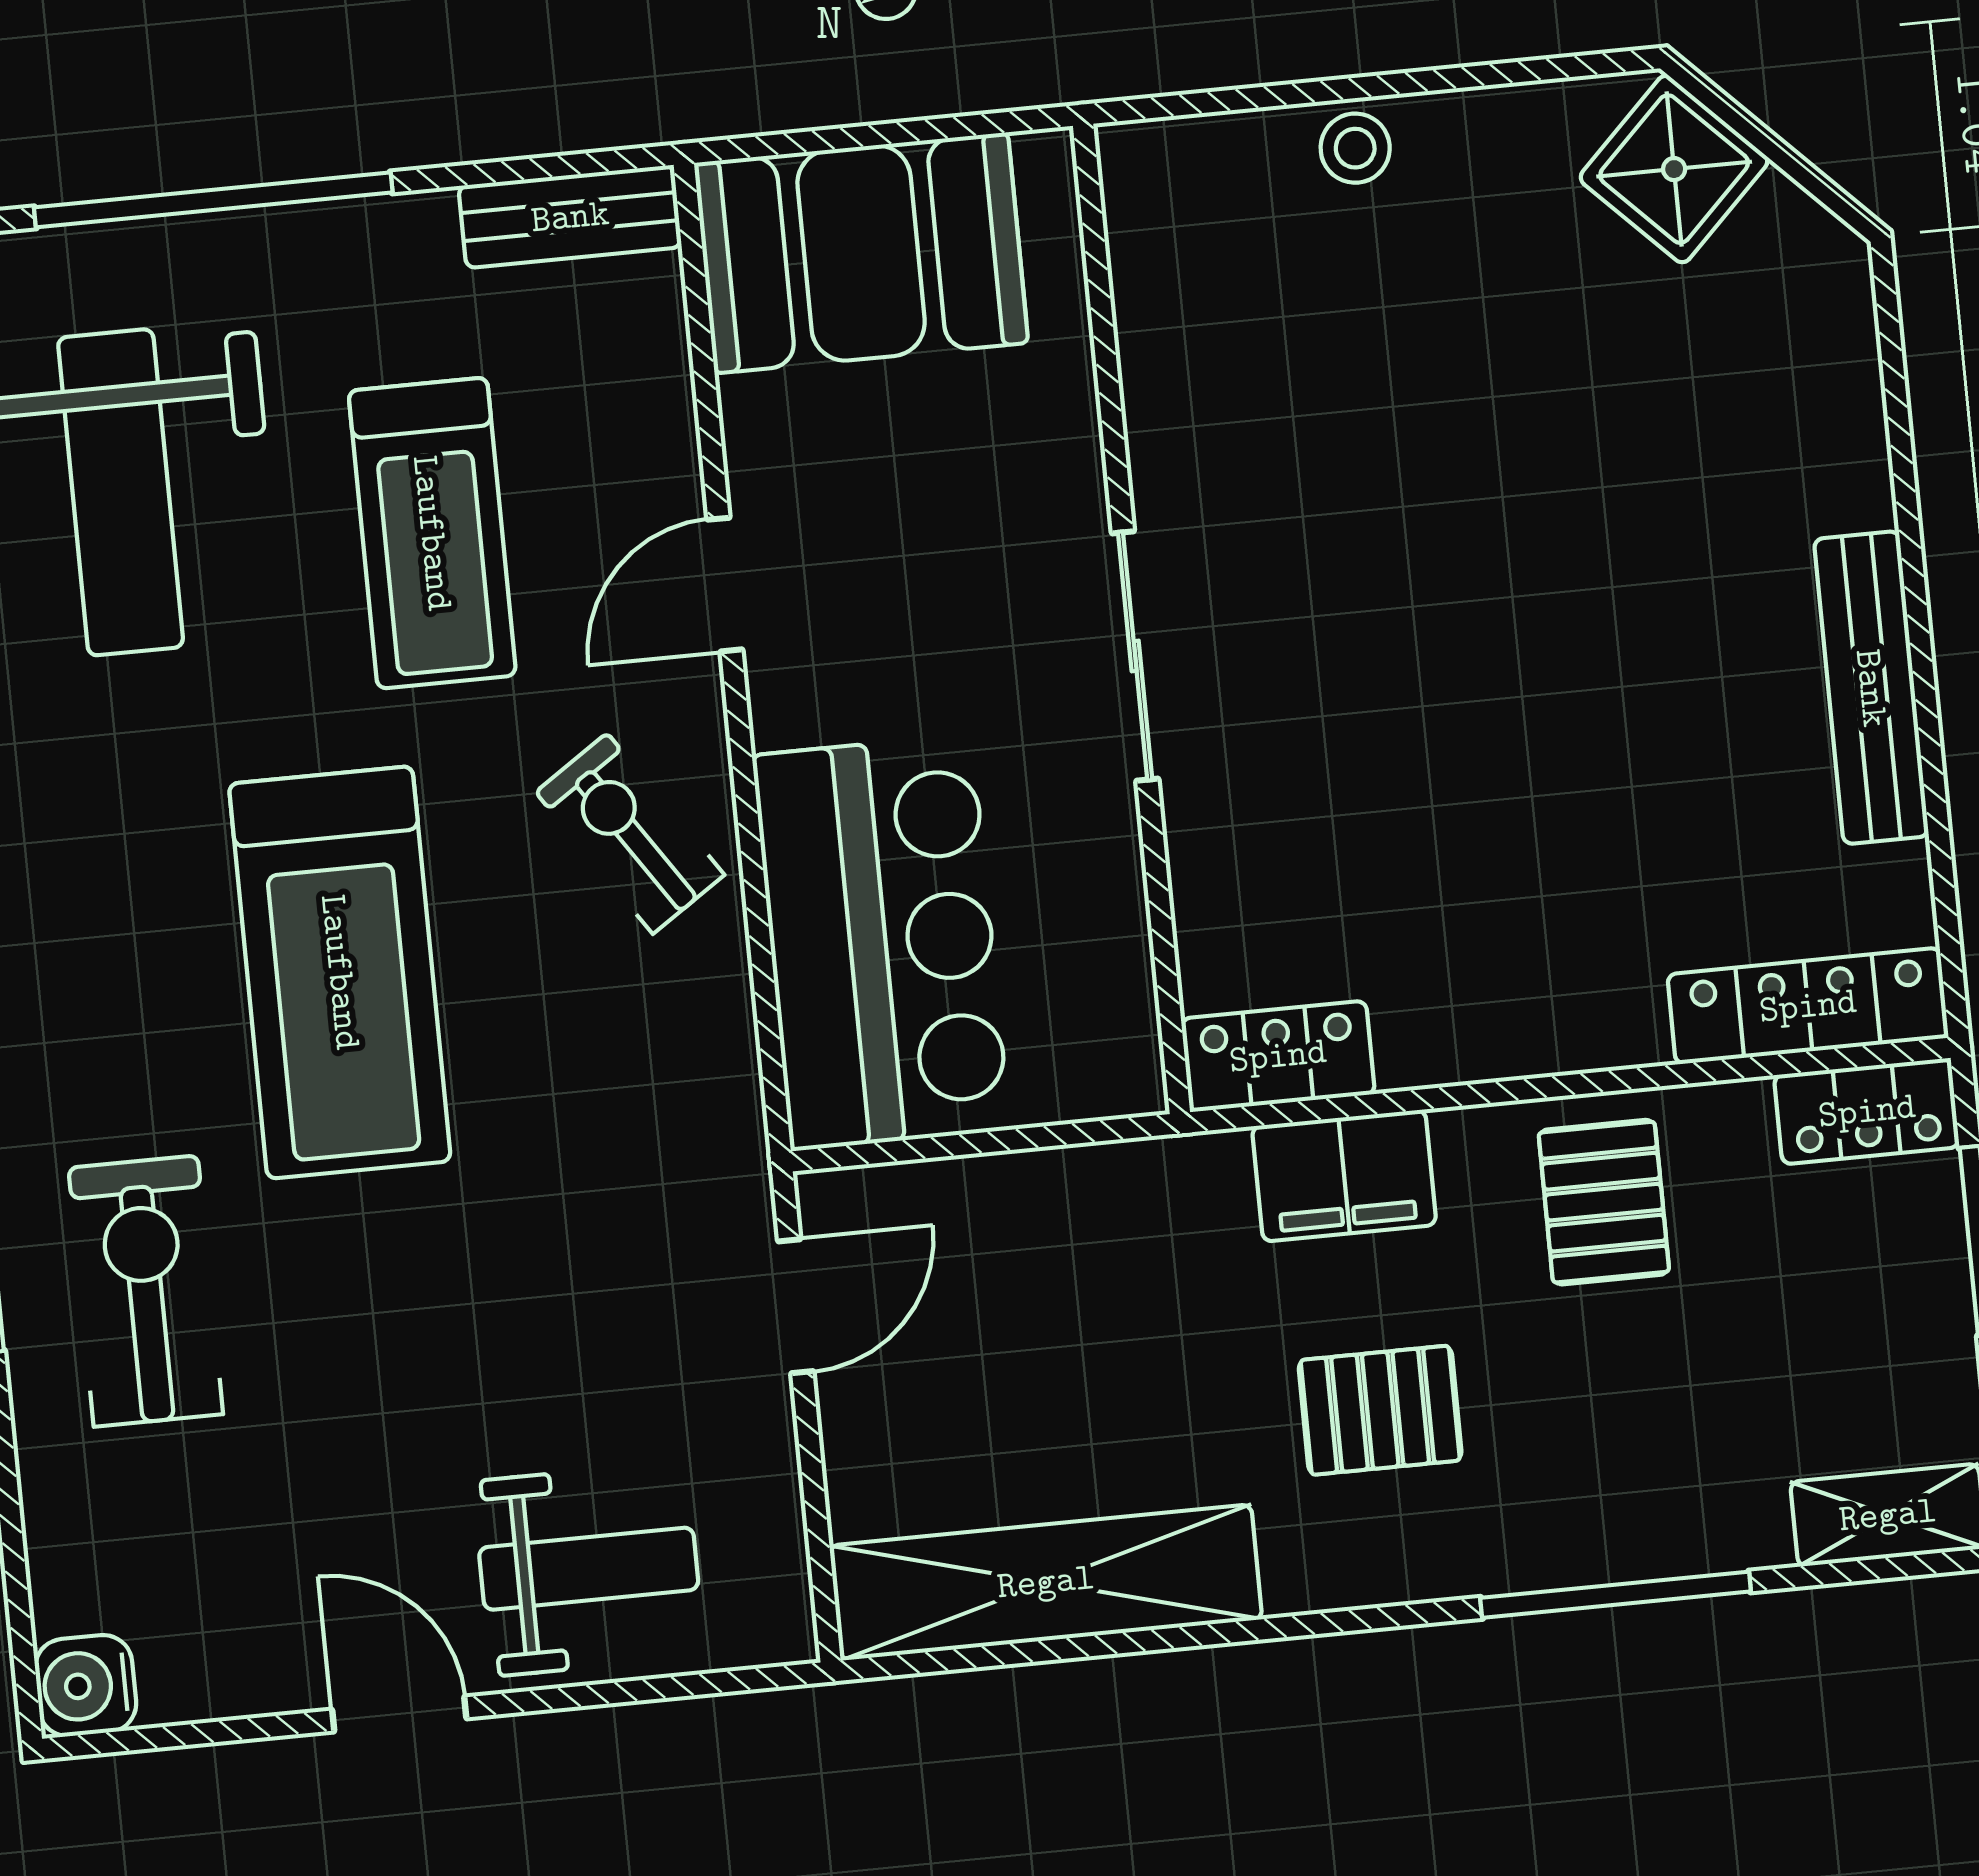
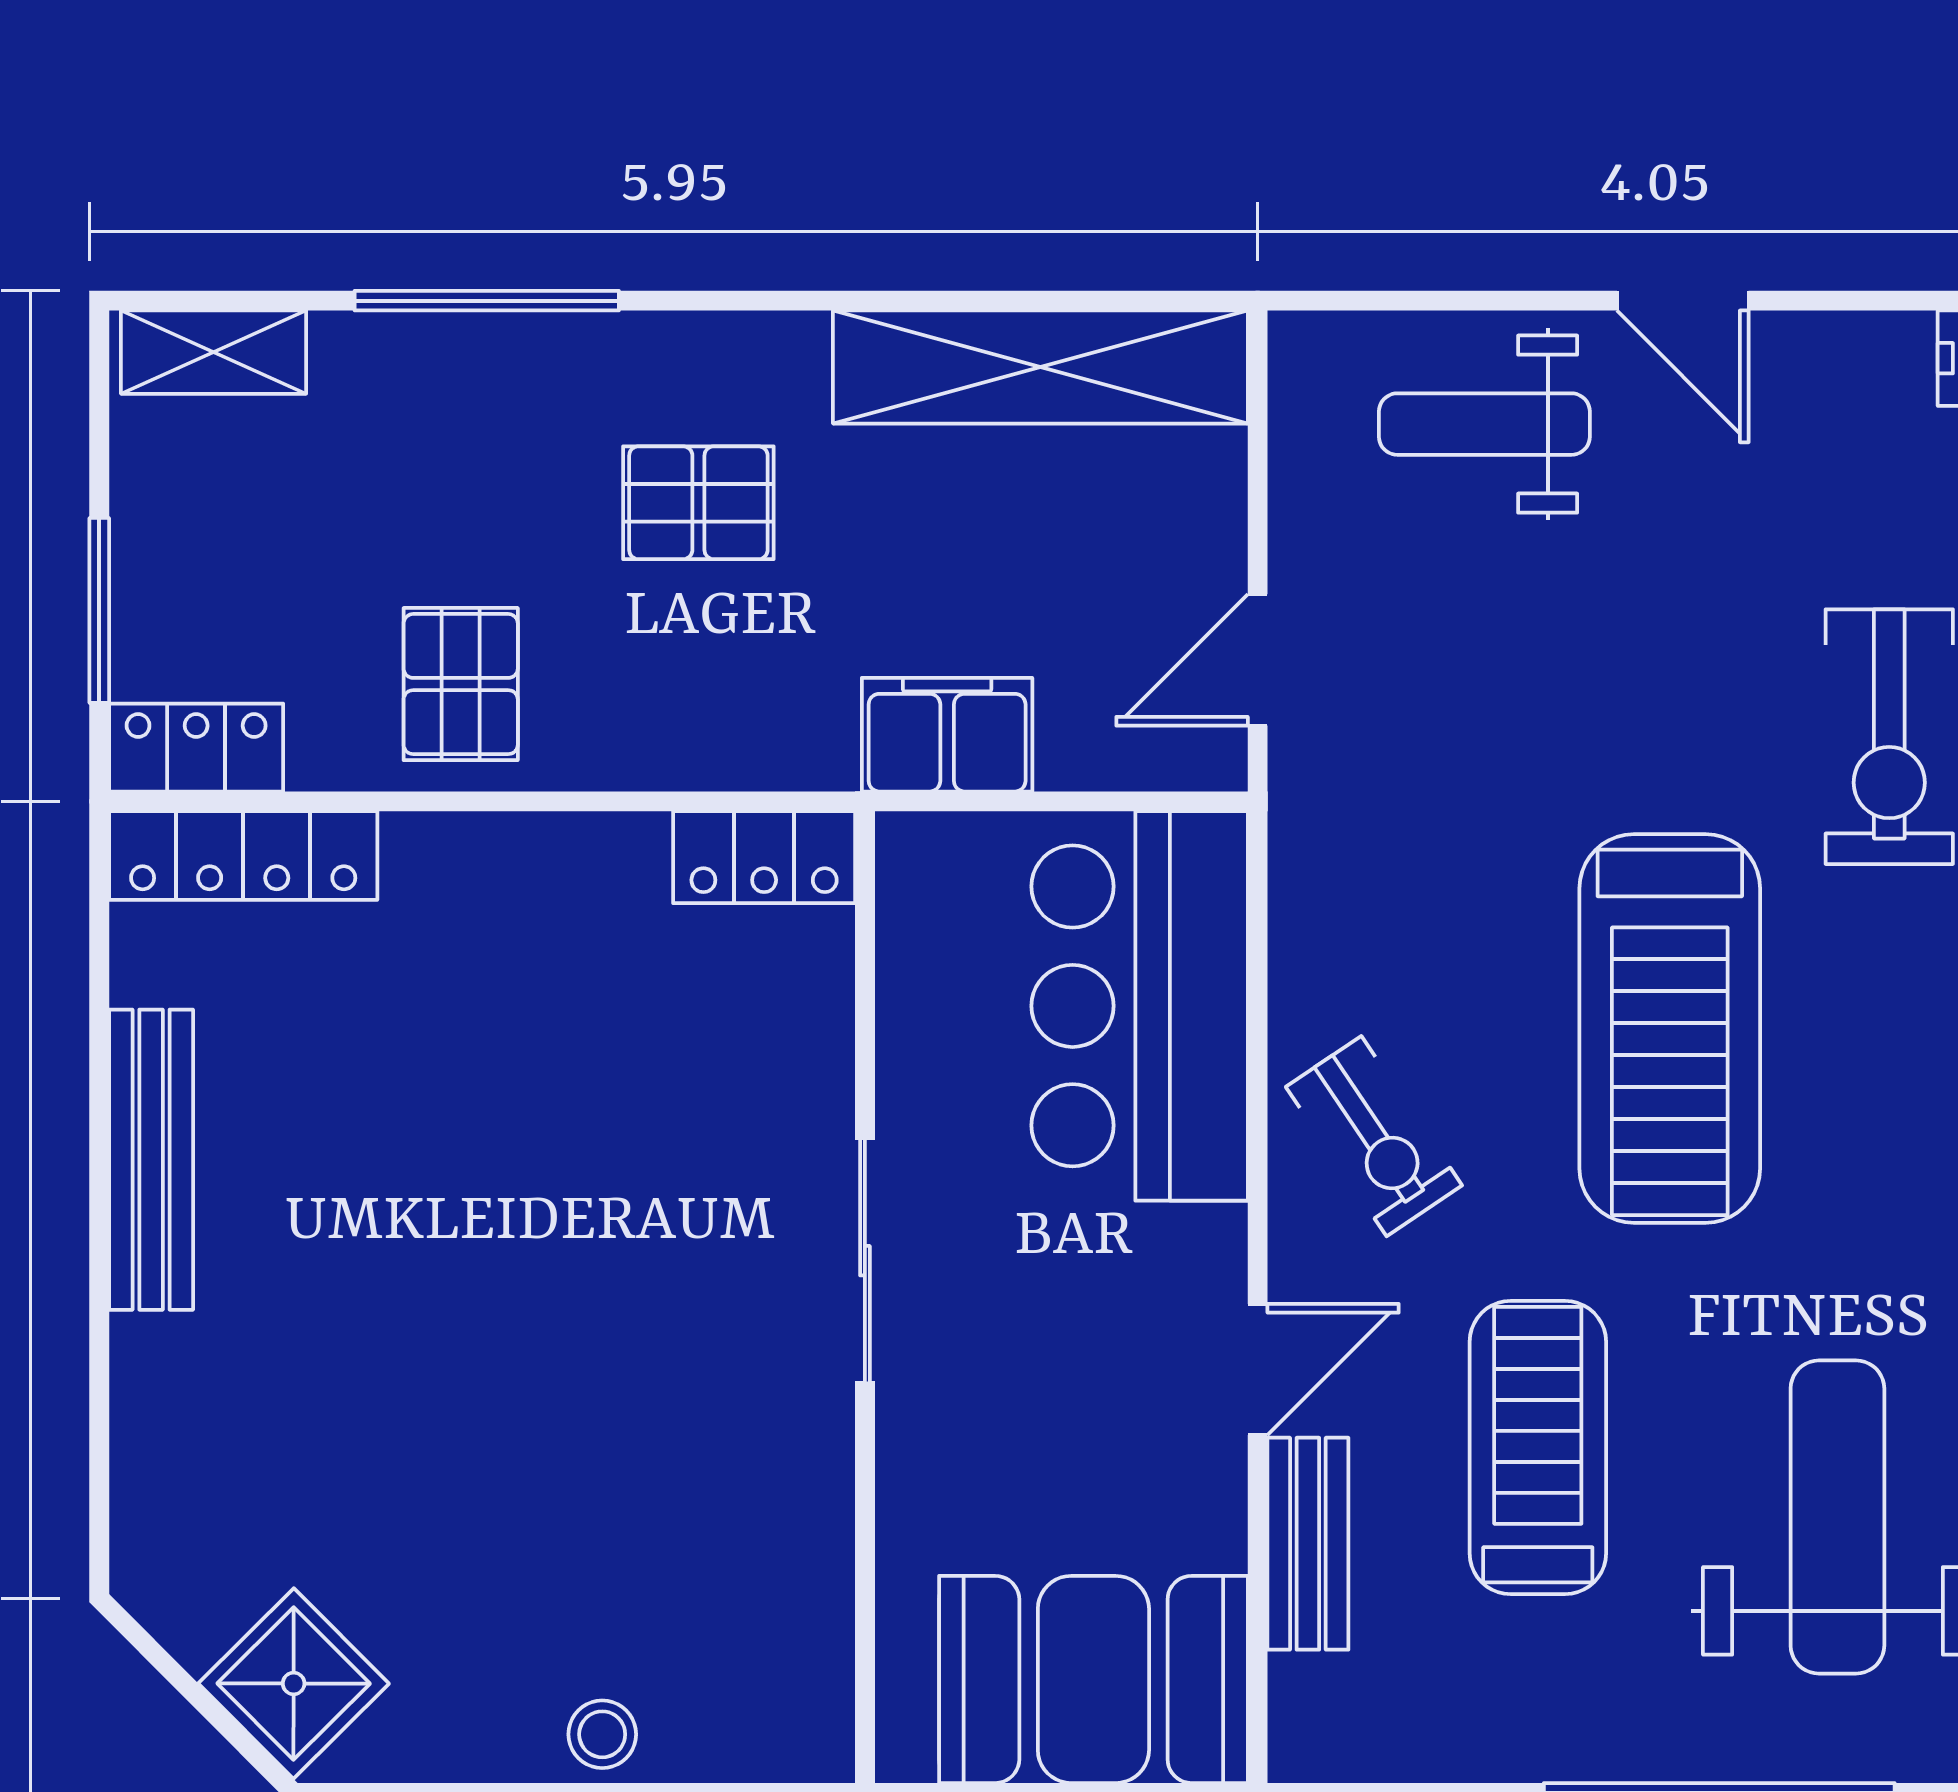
bench: (570, 217) -> (1308, 1544), moved, turned 90
treadmill: (340, 972) -> (1670, 1028), turned 180
filing cabinet: (1344, 1176) -> (947, 735), moved

